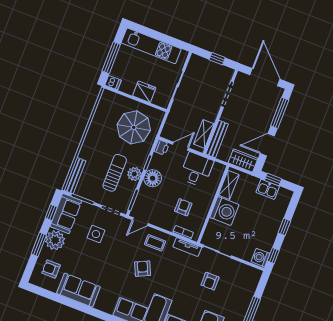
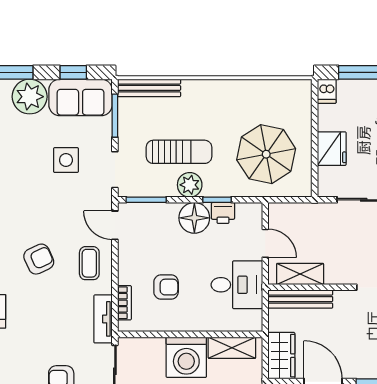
printer: (162, 147) -> (223, 213), moved

